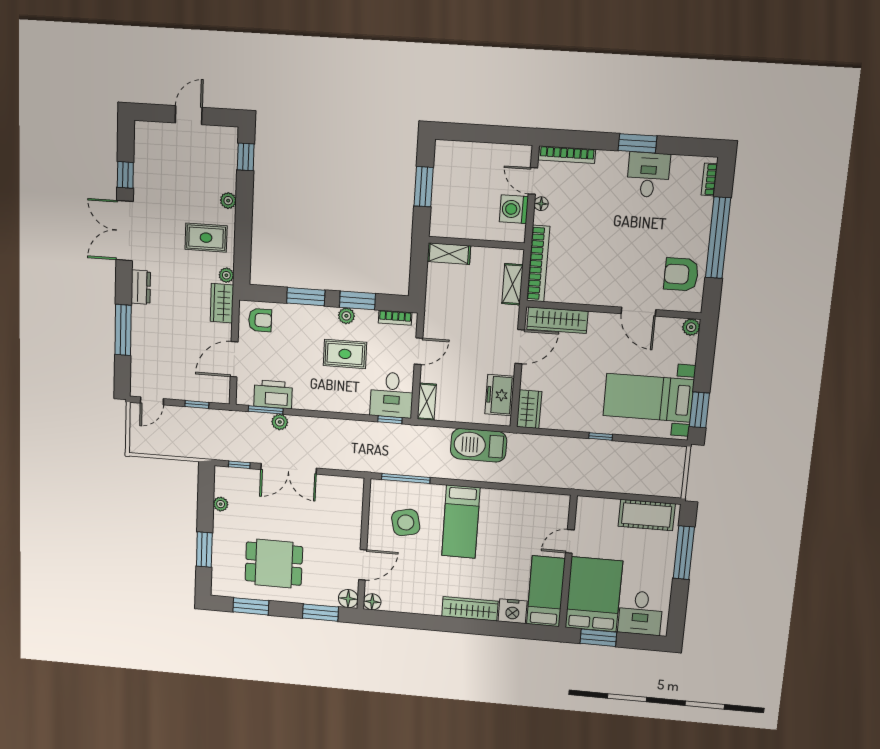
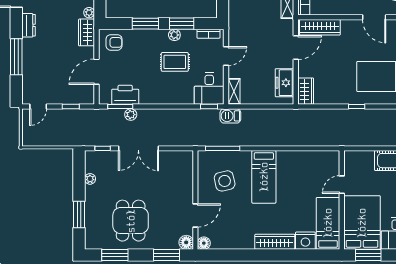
barbecue: (479, 445) -> (230, 116), moved, width x0.53, depth x0.65
dining table: (274, 564) -> (131, 221), turned 90

